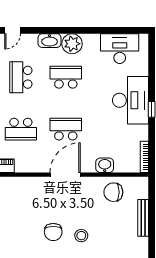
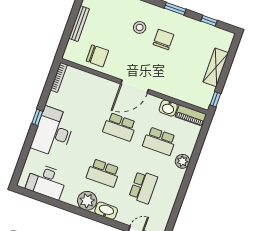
school desk: (21, 129) -> (160, 141), turned 180
washbasin: (105, 165) -> (168, 108), moved

